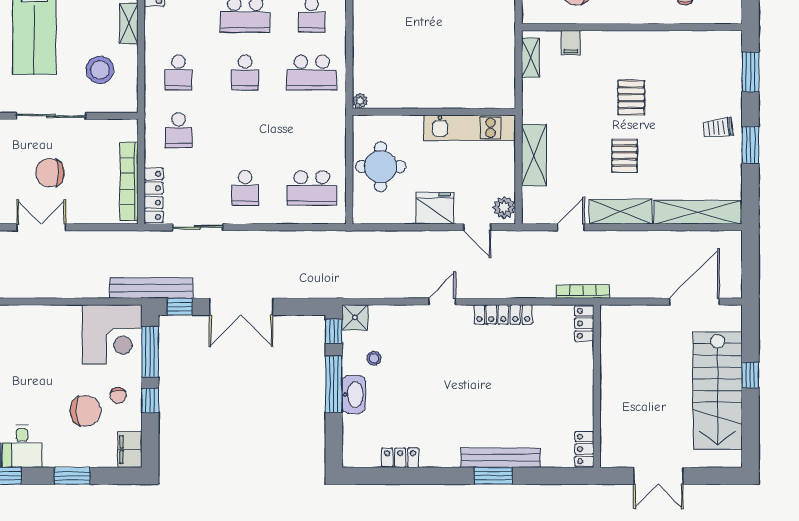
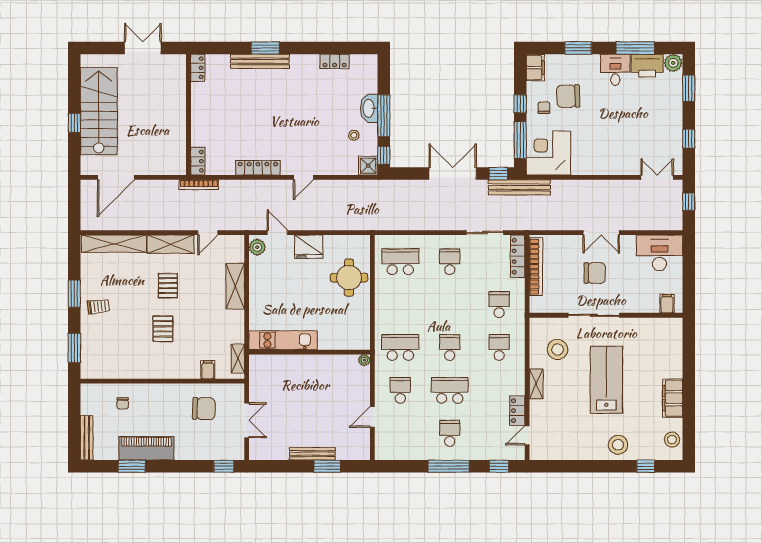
plant: (360, 101) -> (364, 360), moved
wall: (434, 112) -> (310, 352), moved
kitchen unit: (469, 128) -> (283, 340), moved

